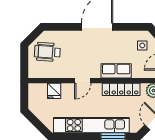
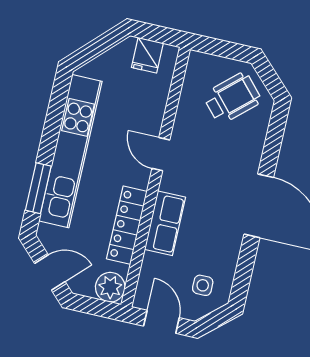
wheelchair: (47, 52) -> (232, 98), turned 44
fridge: (54, 91) -> (147, 55), moved, turned -90

